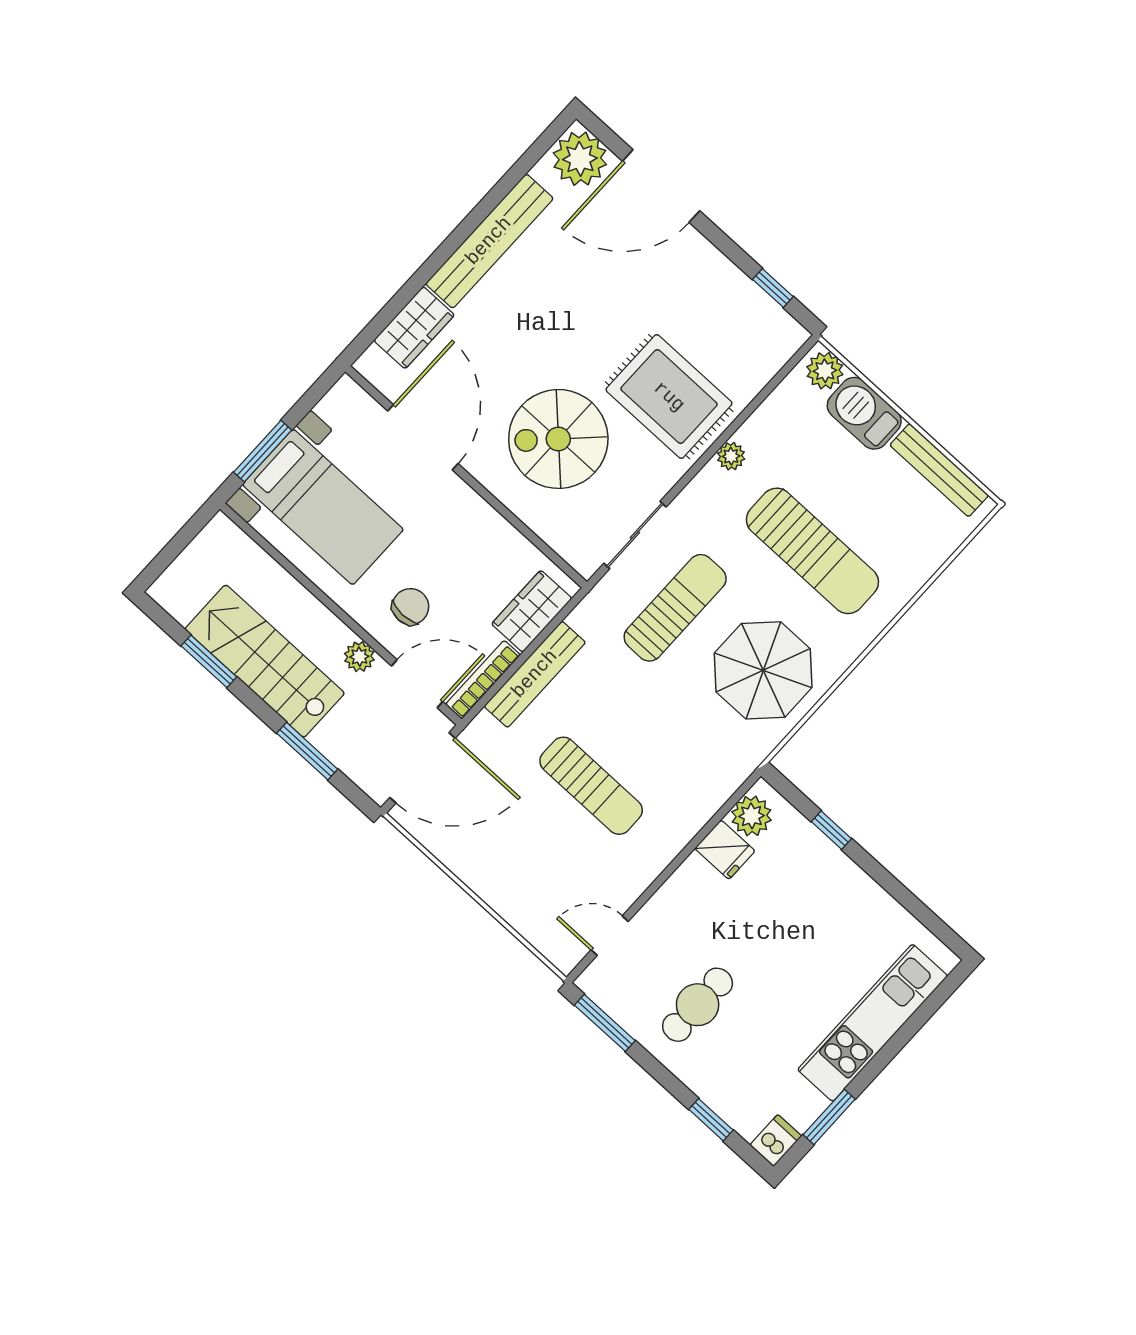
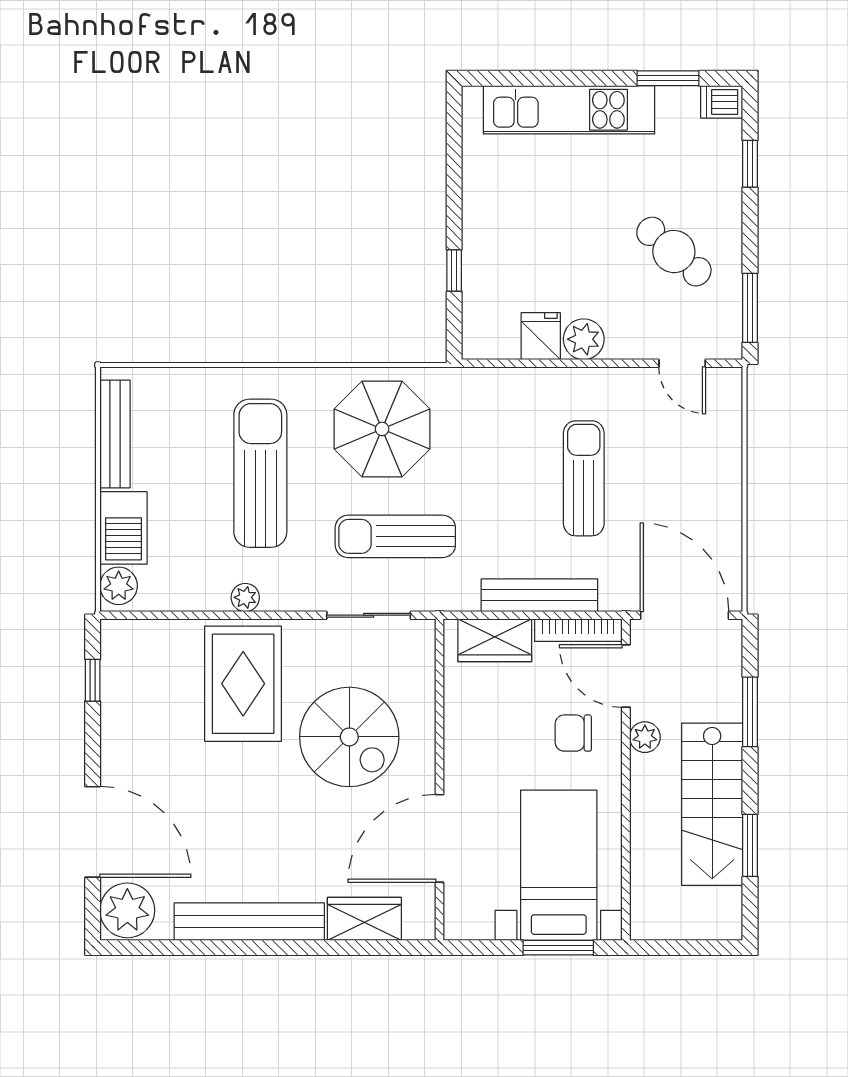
plant: (751, 816) -> (584, 339), moved
cafe table: (698, 1005) -> (674, 252), turned 41

